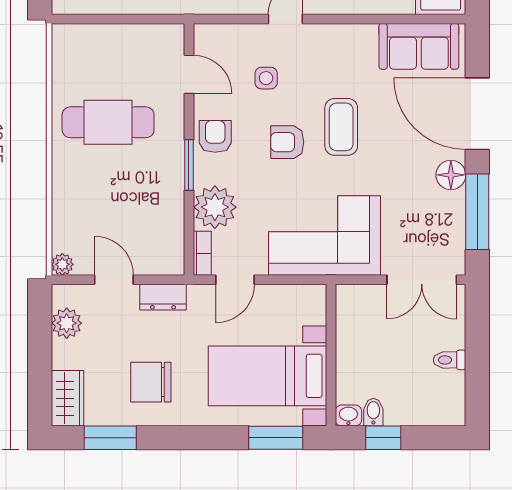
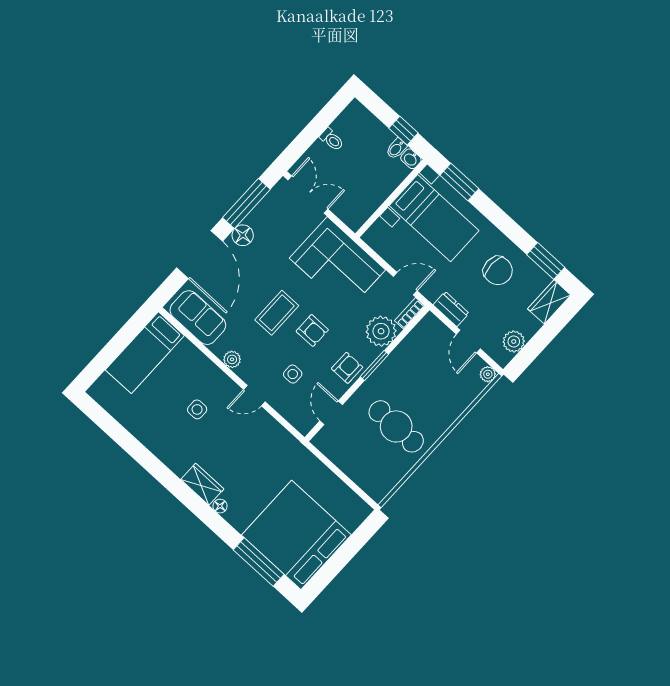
plant: (343, 35) -> (232, 359), added
armchair: (215, 136) -> (347, 368), turned 180

